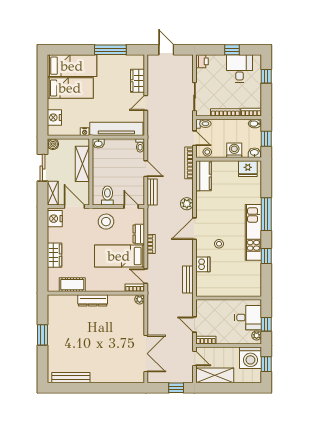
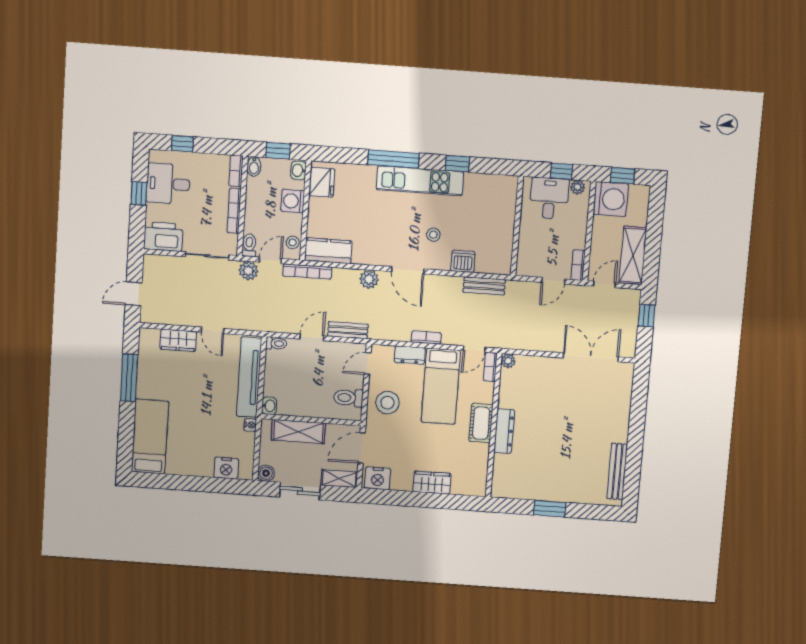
printer: (202, 61) -> (163, 237), width x1.87, depth x1.48
bed: (70, 88) -> (183, 442), removed
plant: (187, 124) -> (248, 271), added
cot: (72, 285) -> (481, 423), moved

